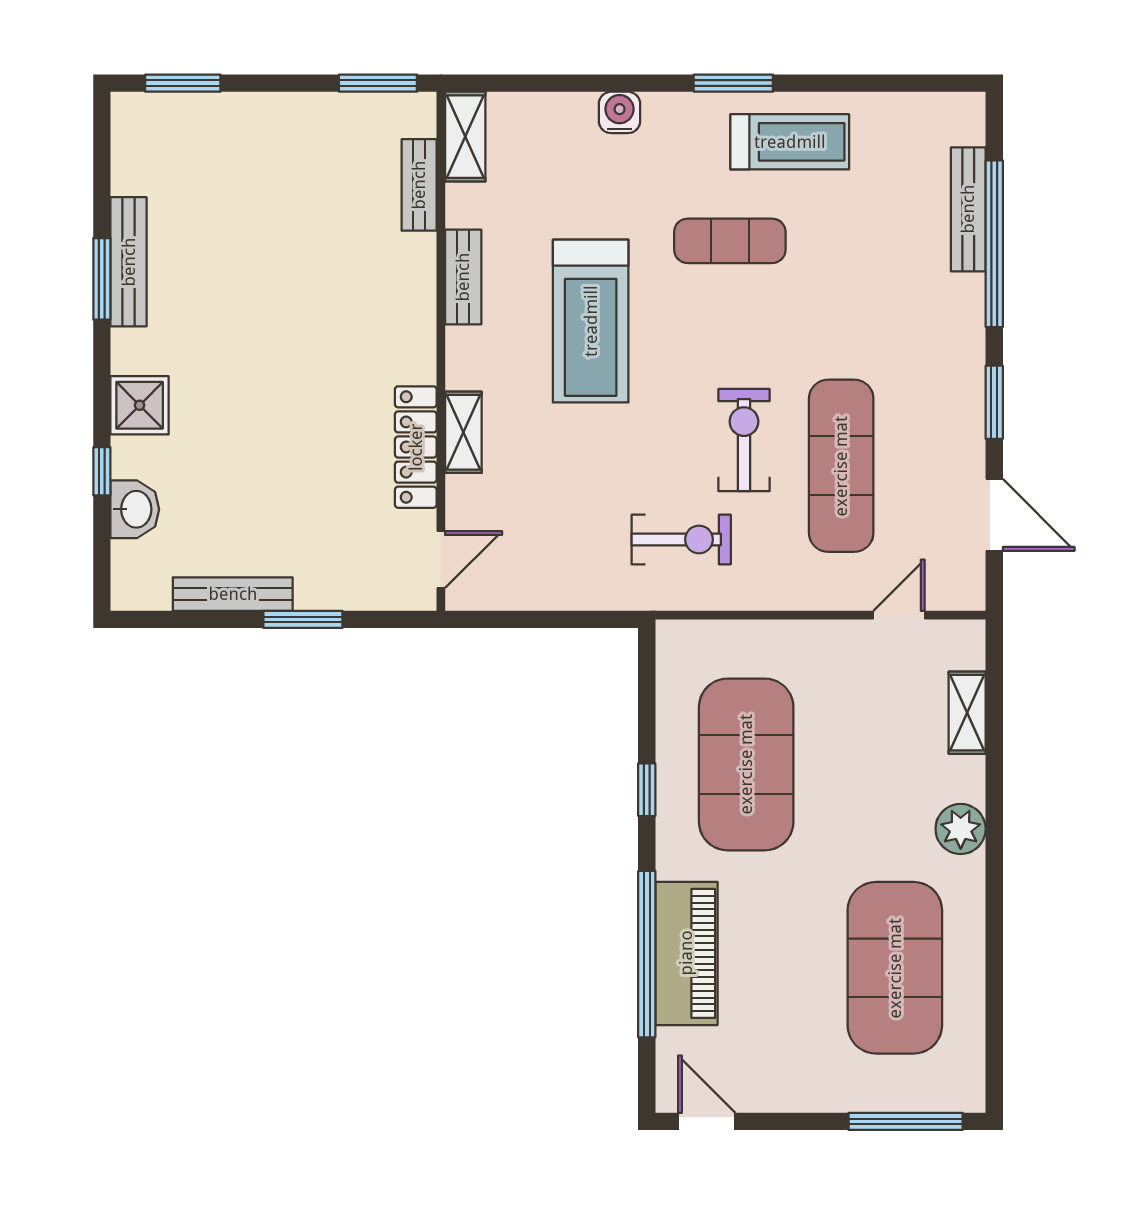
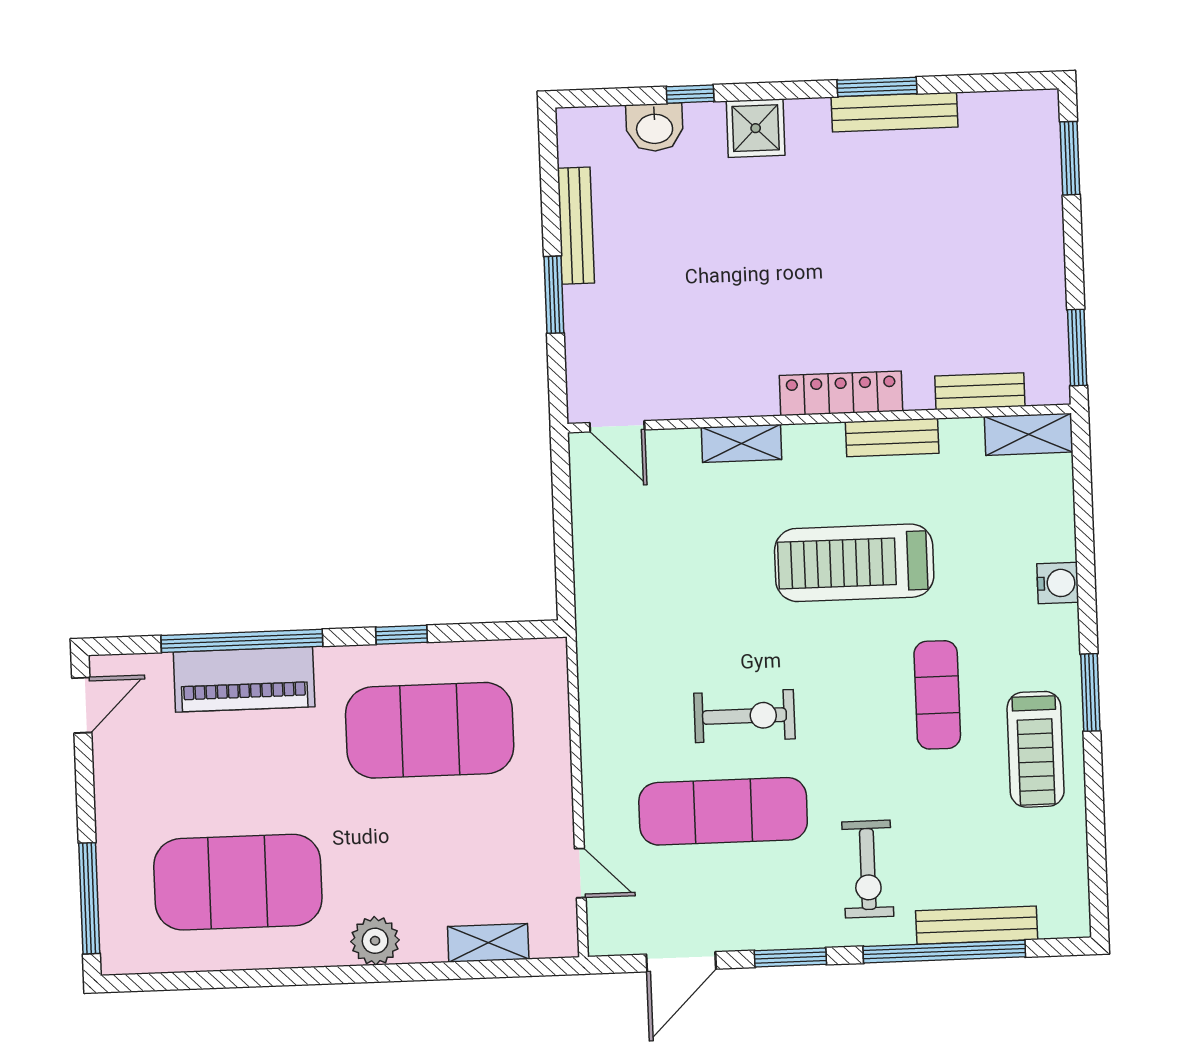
locker: (416, 447) -> (841, 393), moved
exercise bike: (681, 539) -> (868, 869), moved

